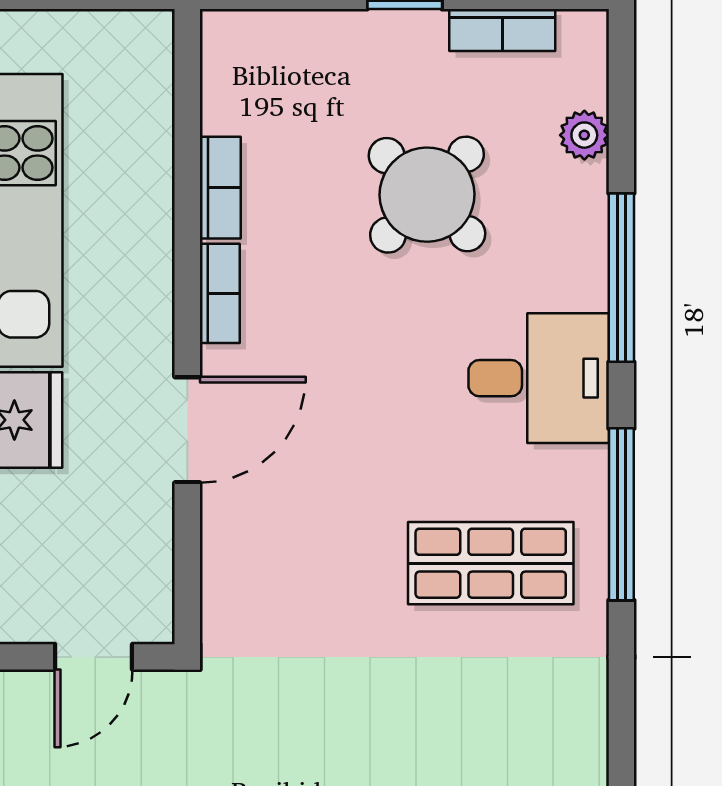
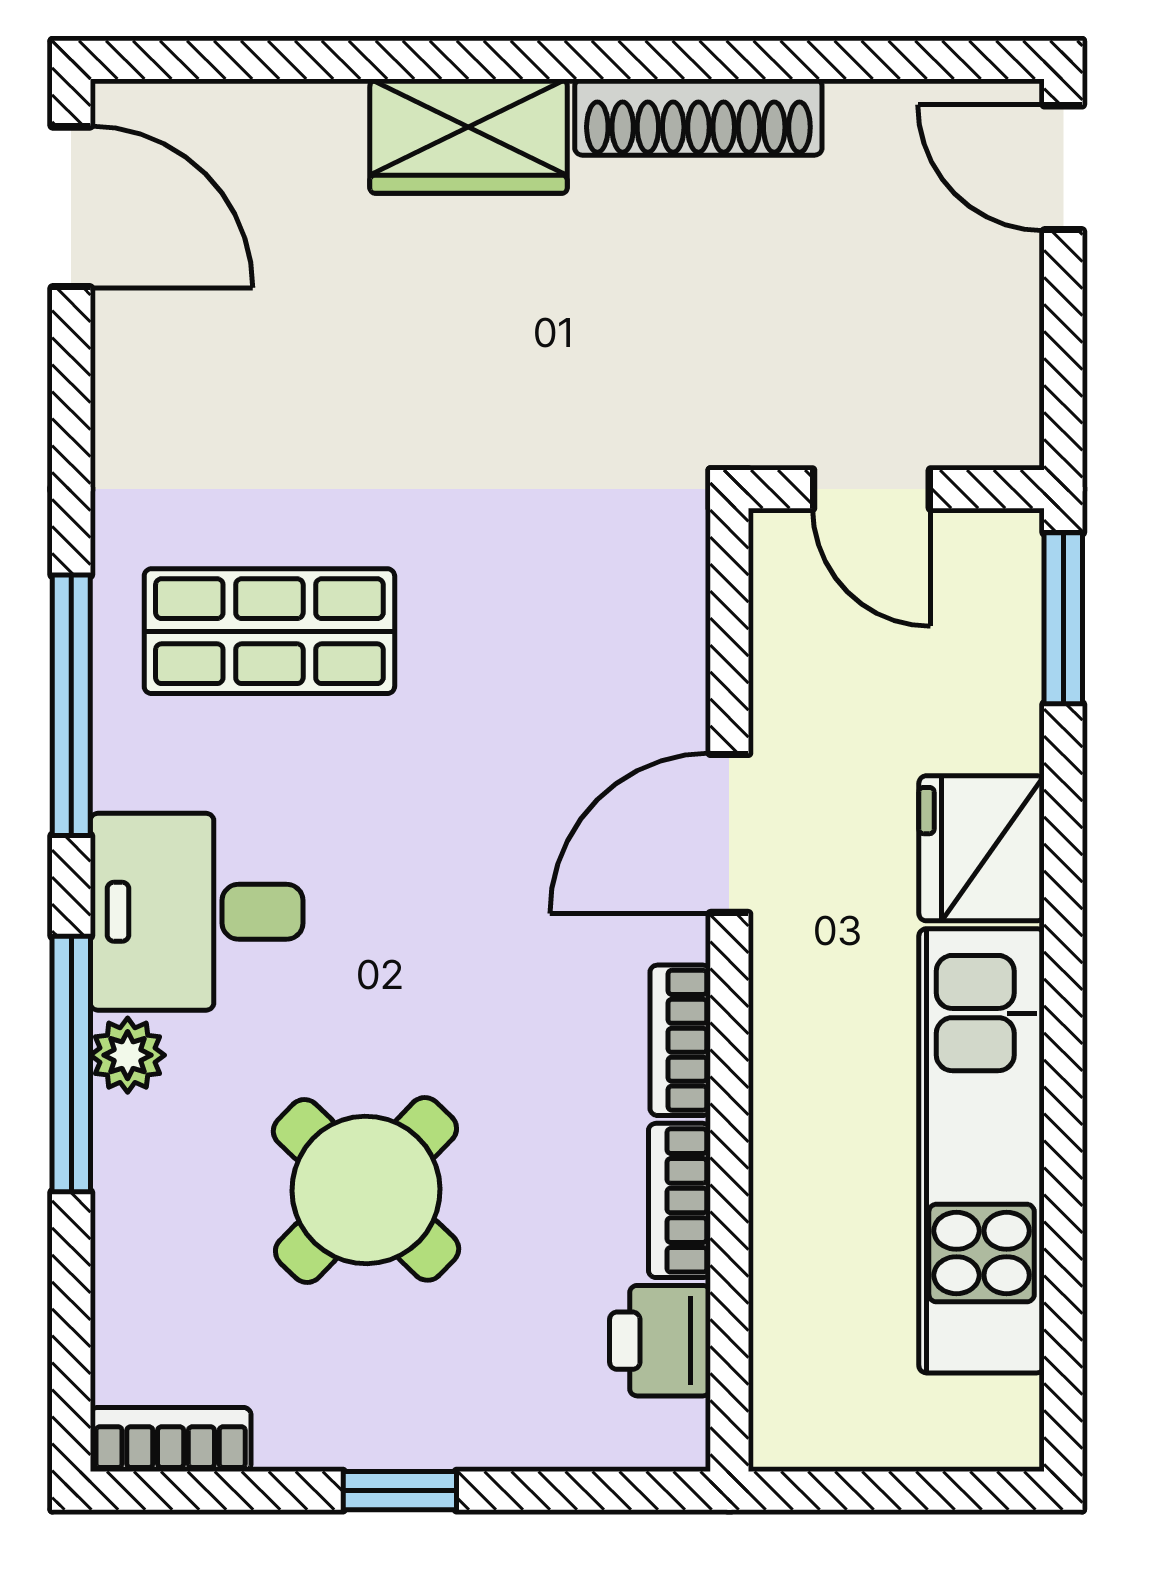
bookcase: (502, 30) -> (171, 1439), moved
printer: (233, 95) -> (660, 1341), added
plant: (584, 135) -> (128, 1055), moved
door: (94, 657) -> (871, 489), swing flipped

